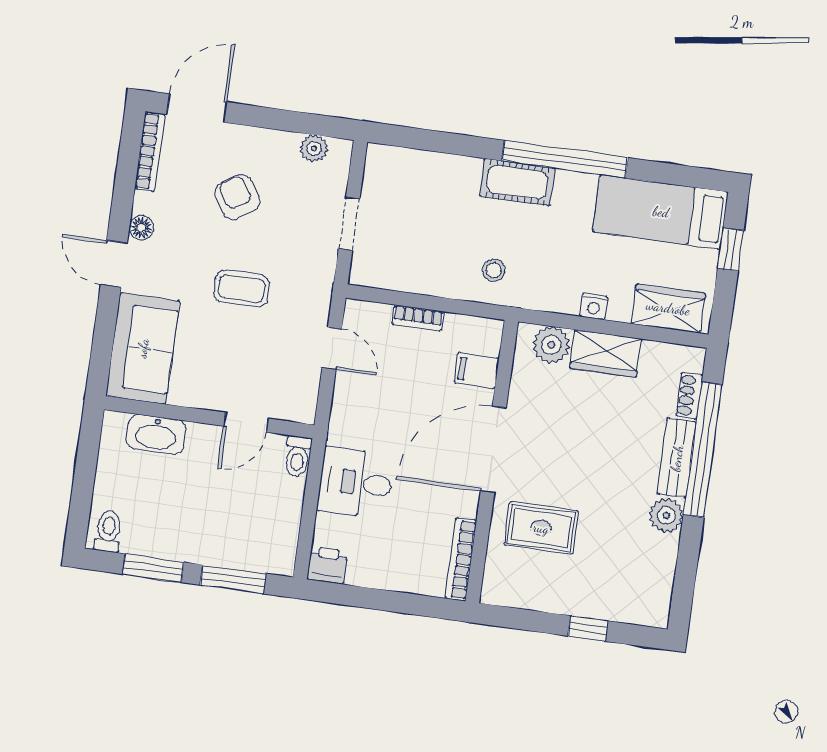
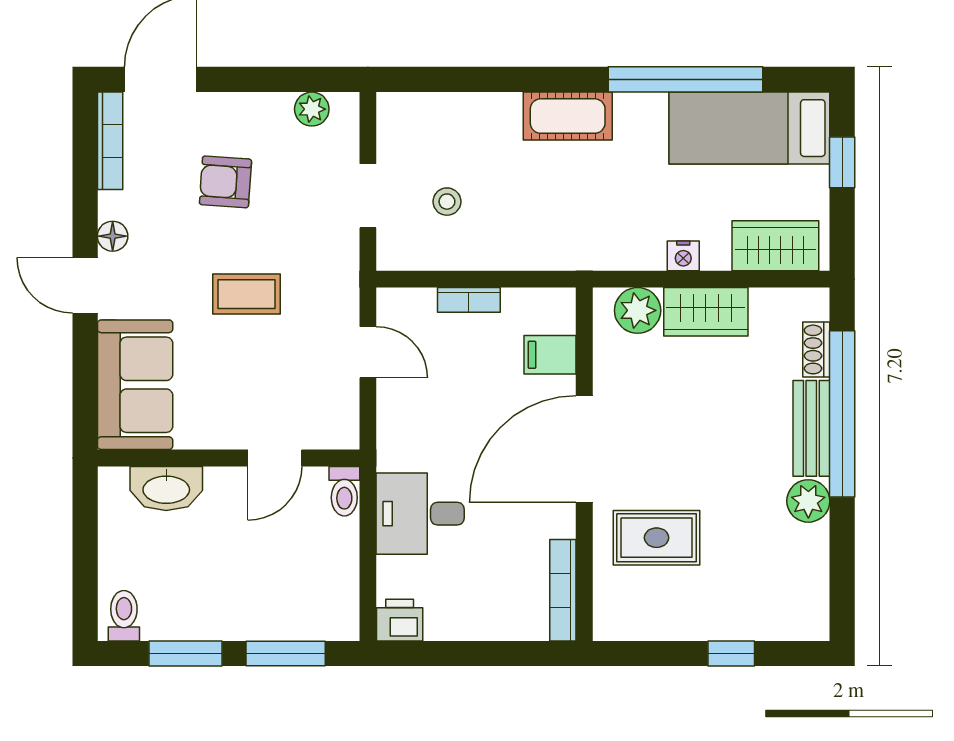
window: (565, 159) -> (686, 79), moved
armchair: (237, 197) -> (225, 182), turned -53
stool: (494, 270) -> (447, 202), moved

